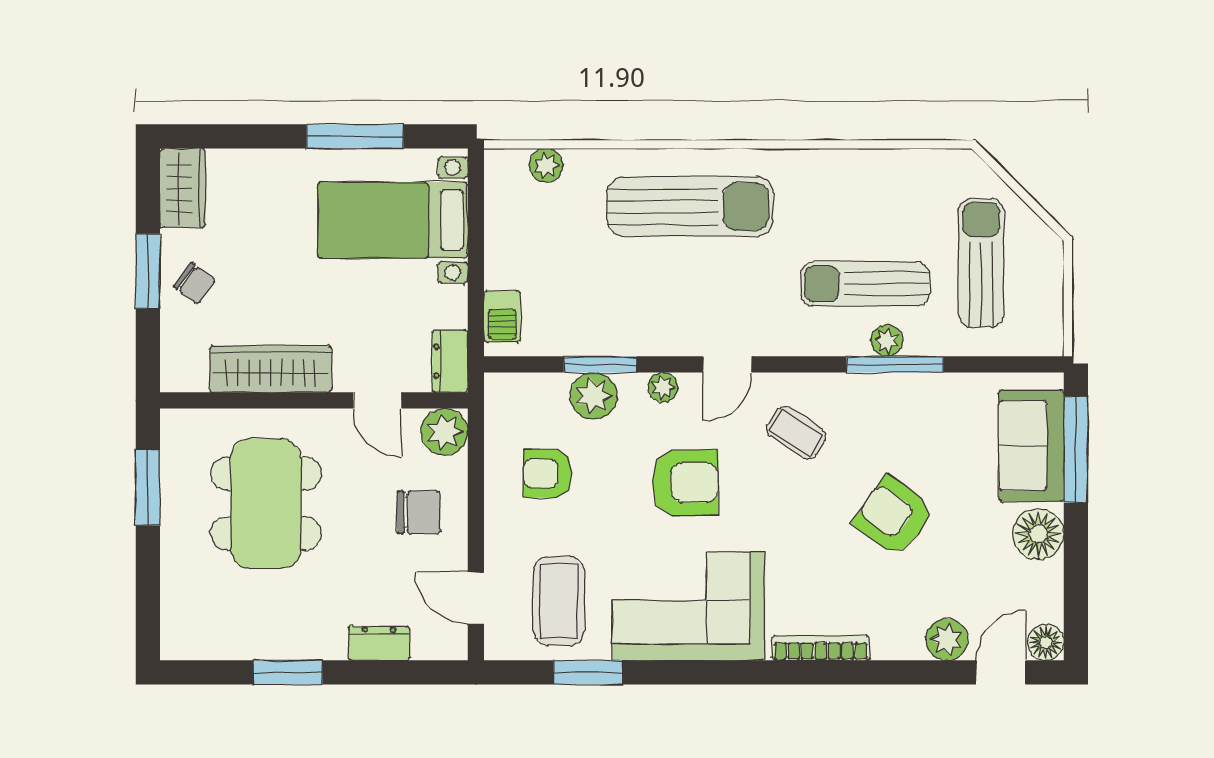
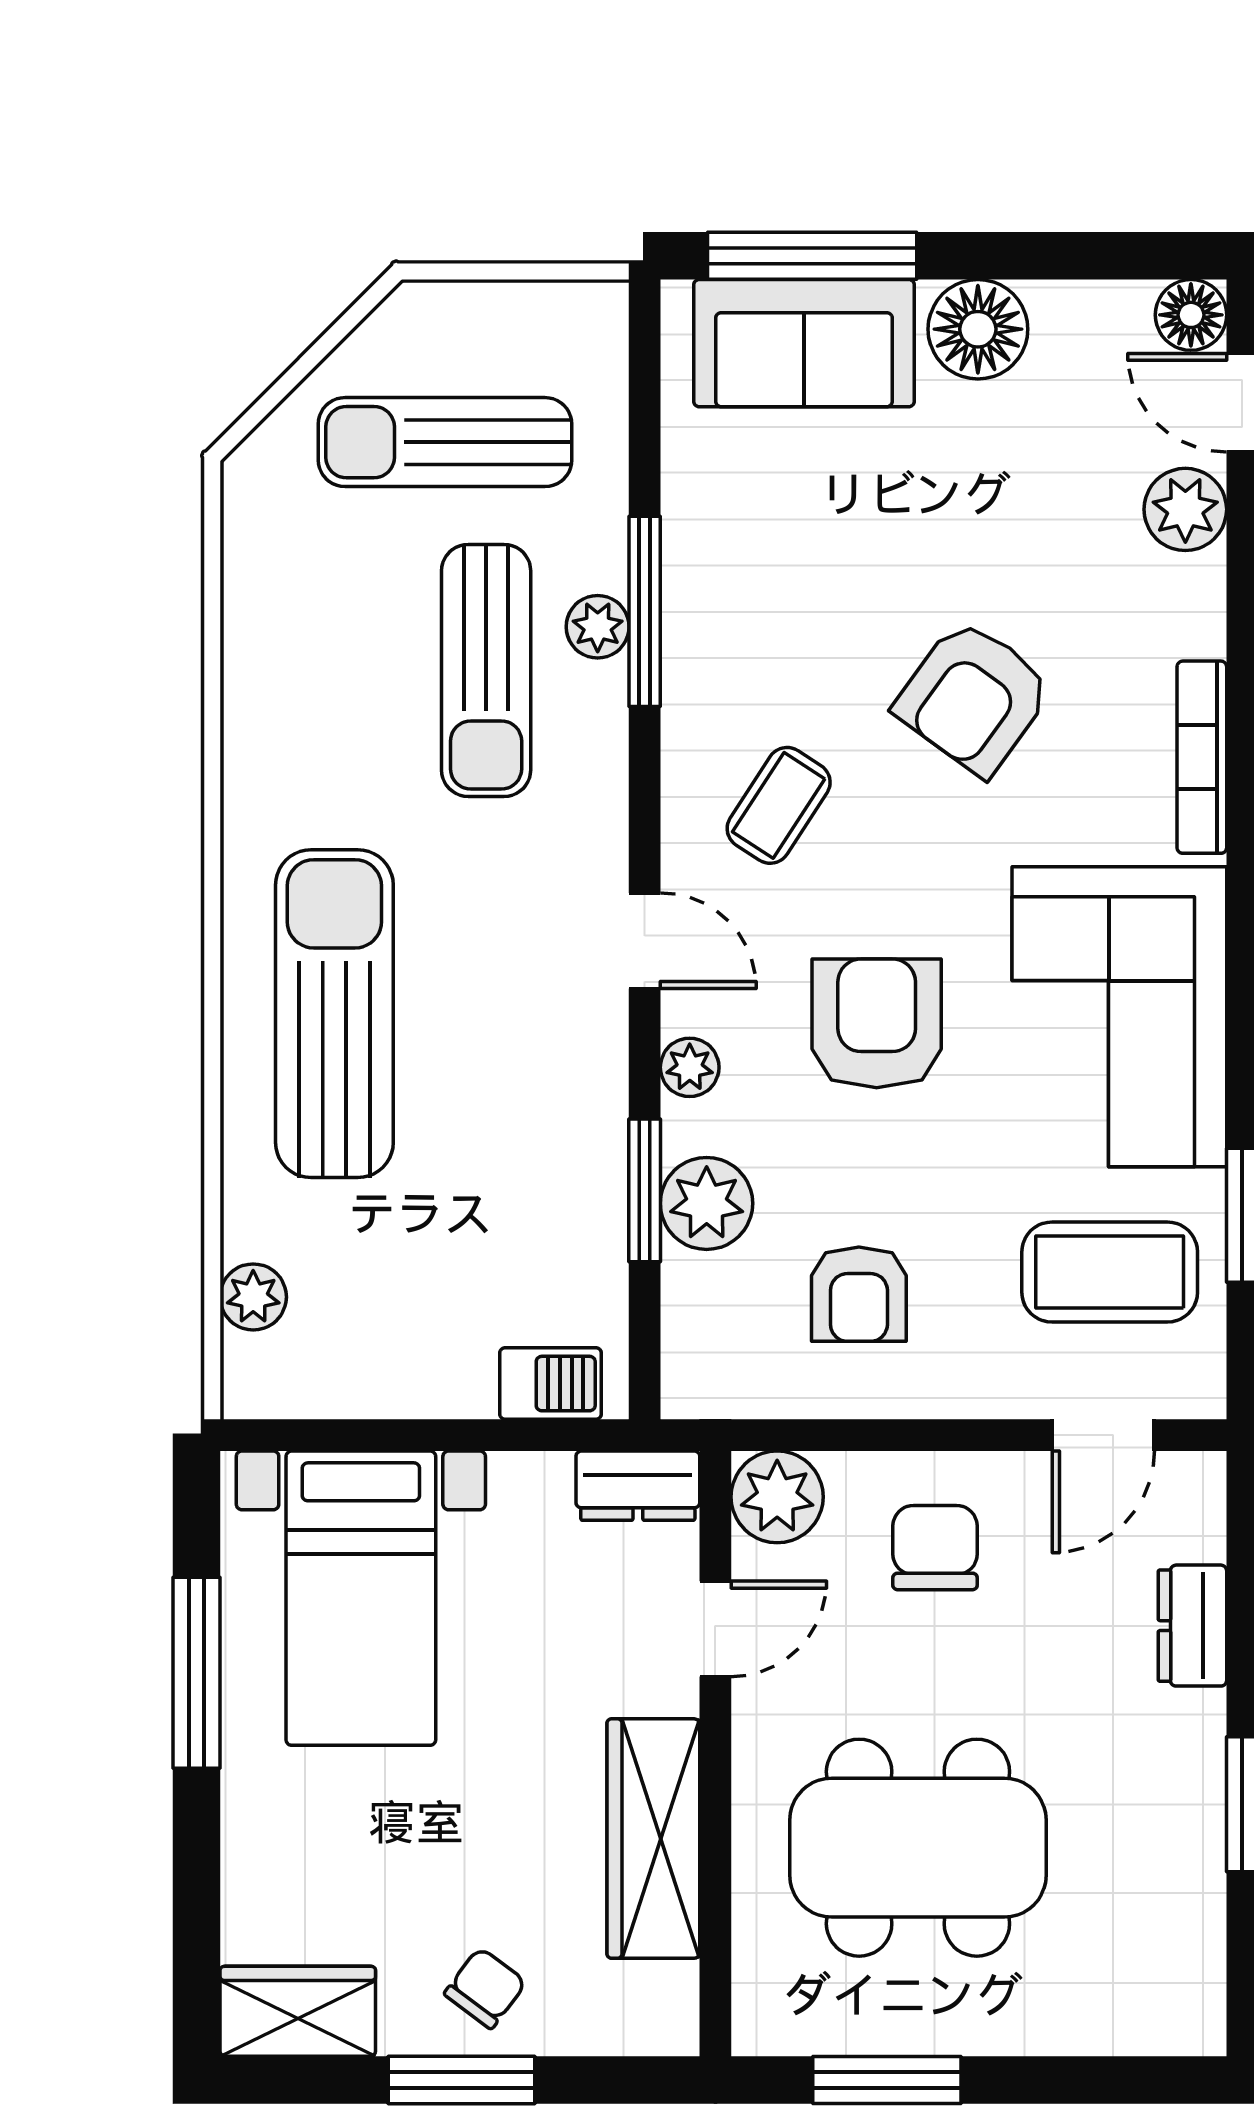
armchair: (894, 516) -> (974, 697), moved

